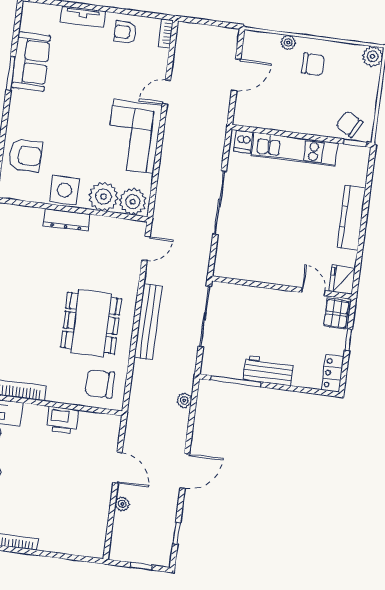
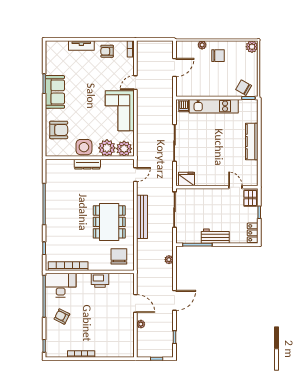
sofa: (31, 62) -> (55, 92), moved
fridge: (342, 279) -> (187, 179), moved, turned 90
chair: (100, 384) -> (119, 256), turned 90

